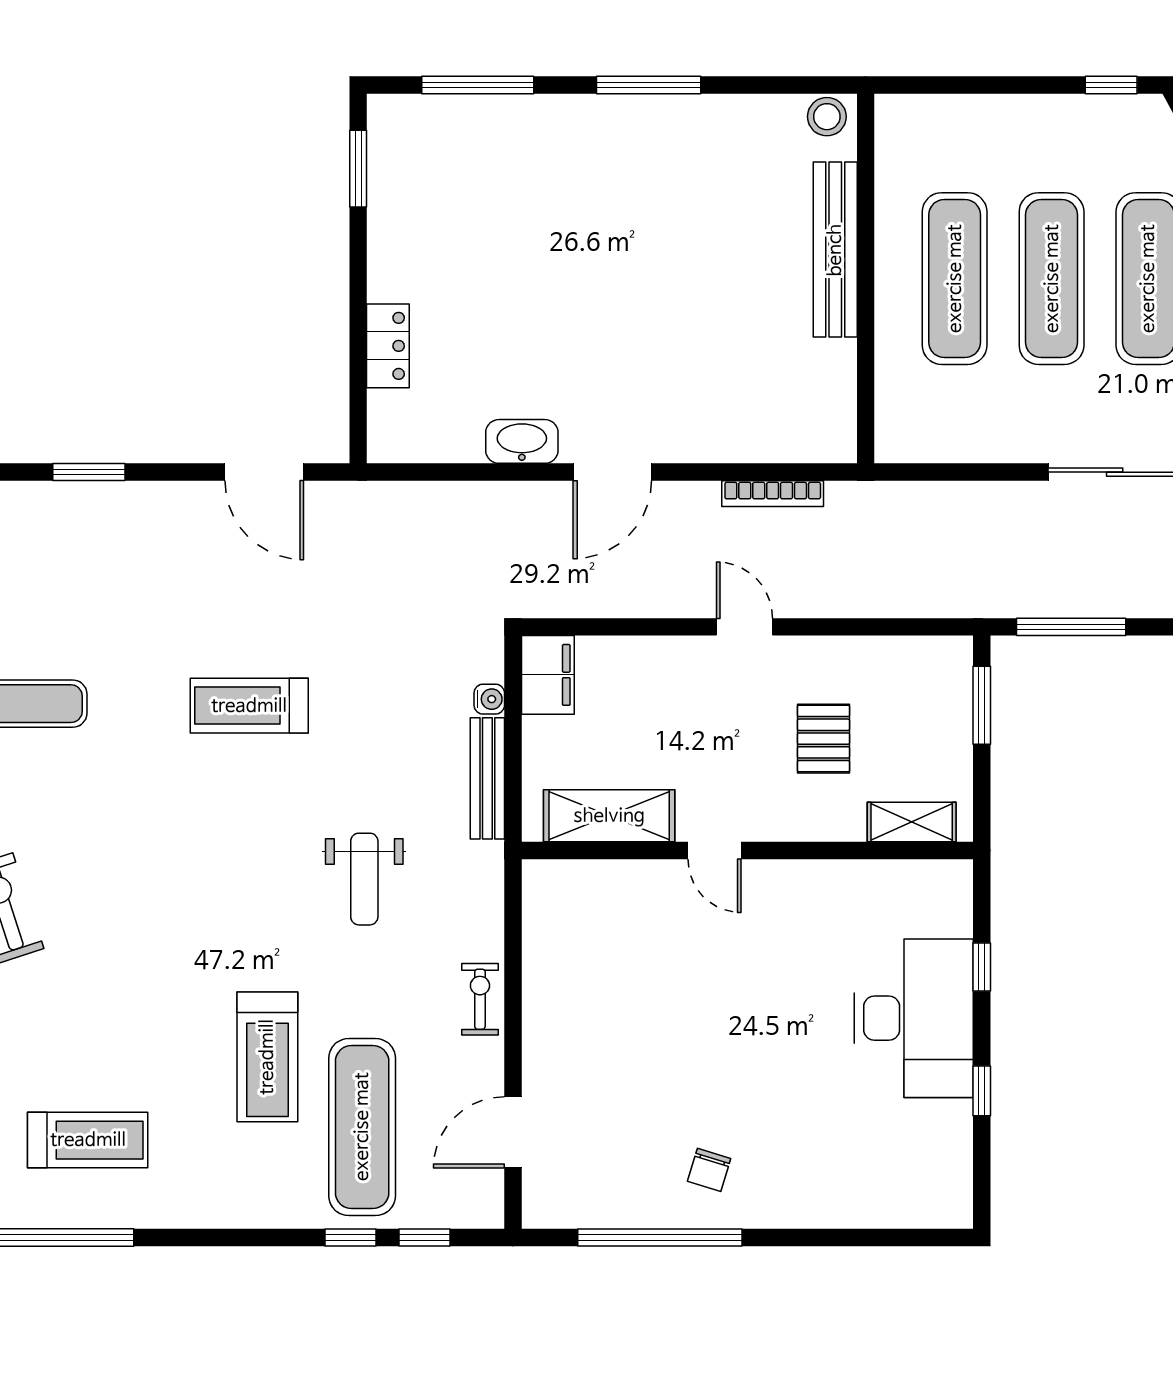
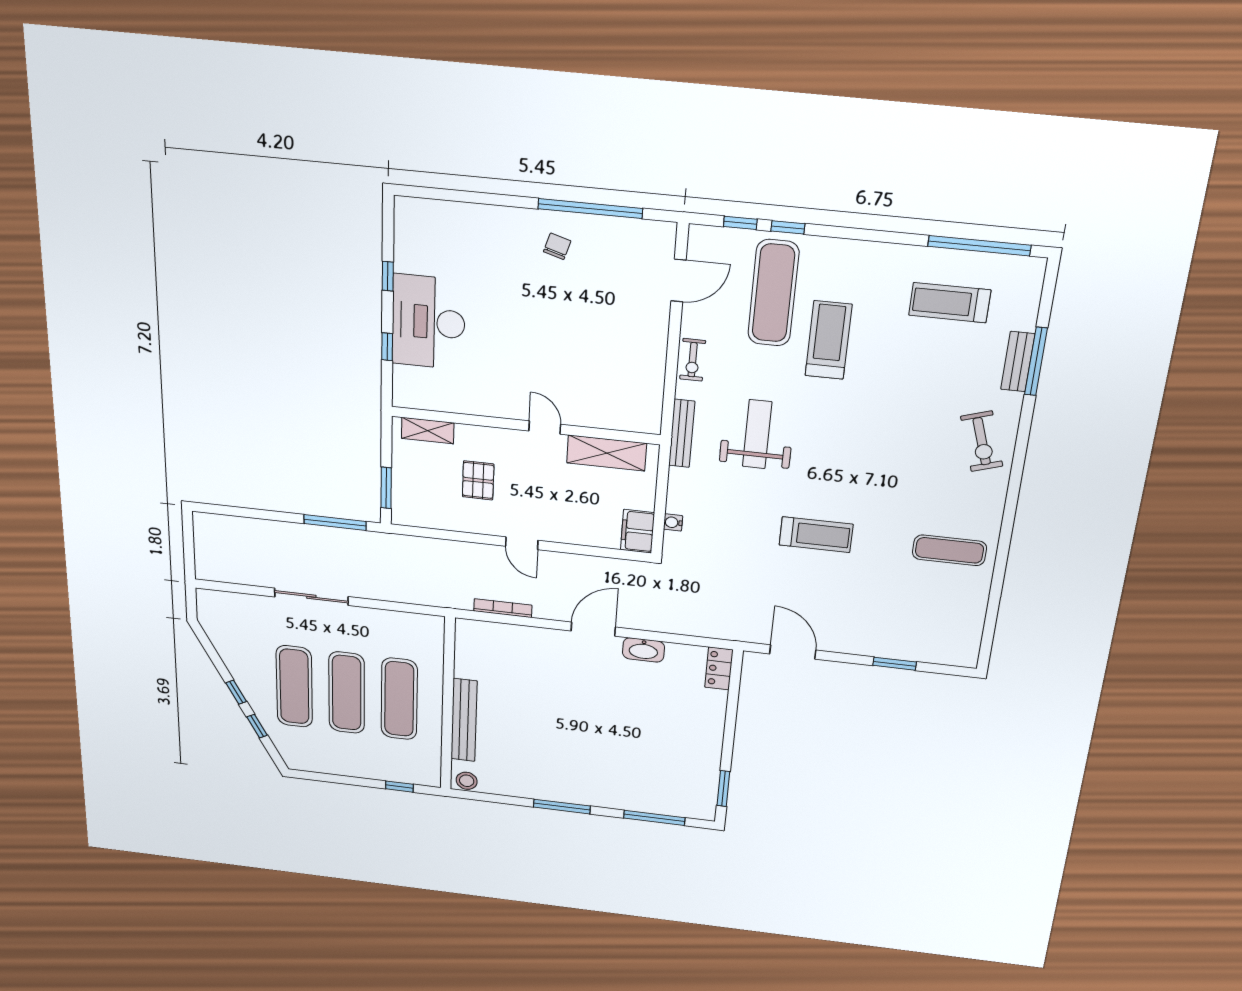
window: (1111, 85) -> (399, 787), moved
locker: (388, 346) -> (719, 668), moved
bench: (487, 778) -> (682, 433), moved
weight bench: (364, 879) -> (757, 434), width x1.36, depth x1.33

